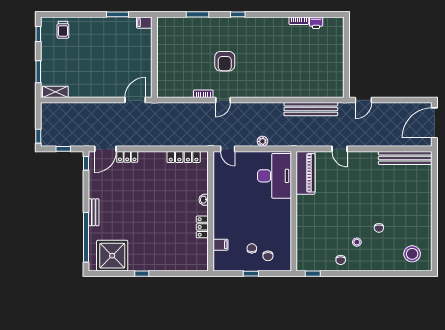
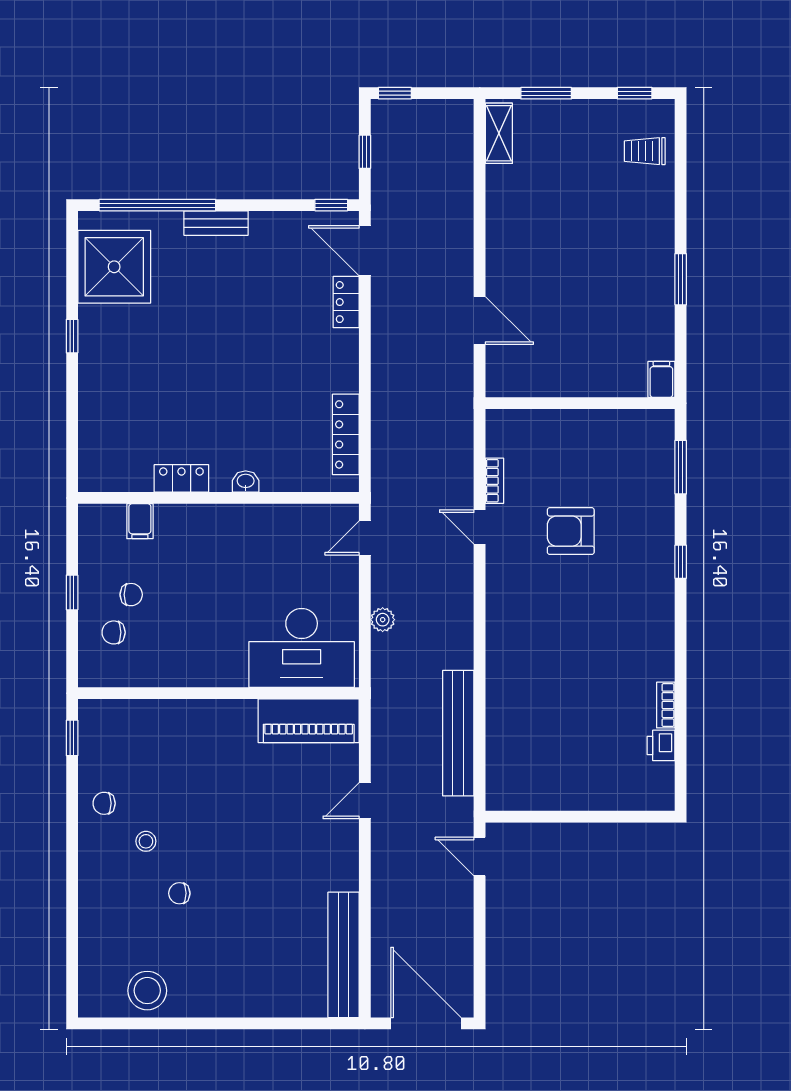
filing cabinet: (144, 23) -> (661, 379), moved
wall: (154, 57) -> (580, 403), moved
stool: (412, 254) -> (147, 991), moved

